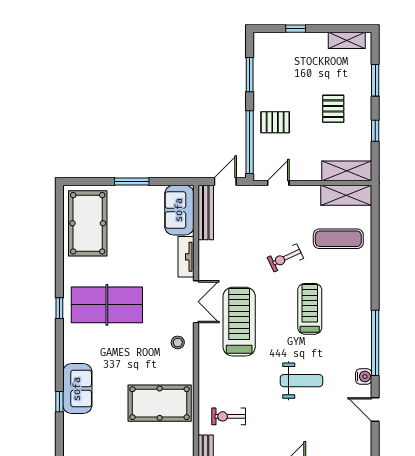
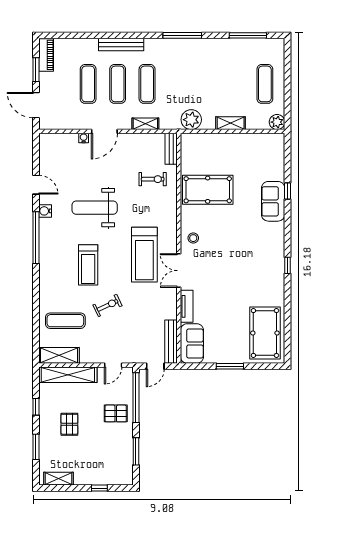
shelving: (347, 171) -> (68, 375), width x1.47
table tennis table: (107, 305) -> (250, 268), removed
weight bench: (301, 381) -> (95, 208), width x1.36, depth x1.33

